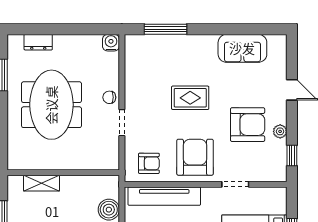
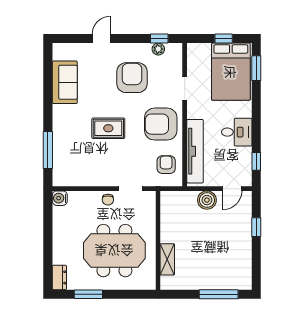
dresser: (38, 42) -> (59, 277), moved
rug: (190, 98) -> (108, 128), turned 90
plant: (280, 131) -> (158, 49), moved
wall: (63, 173) -> (158, 240), moved
shelving: (41, 183) -> (167, 259), moved

